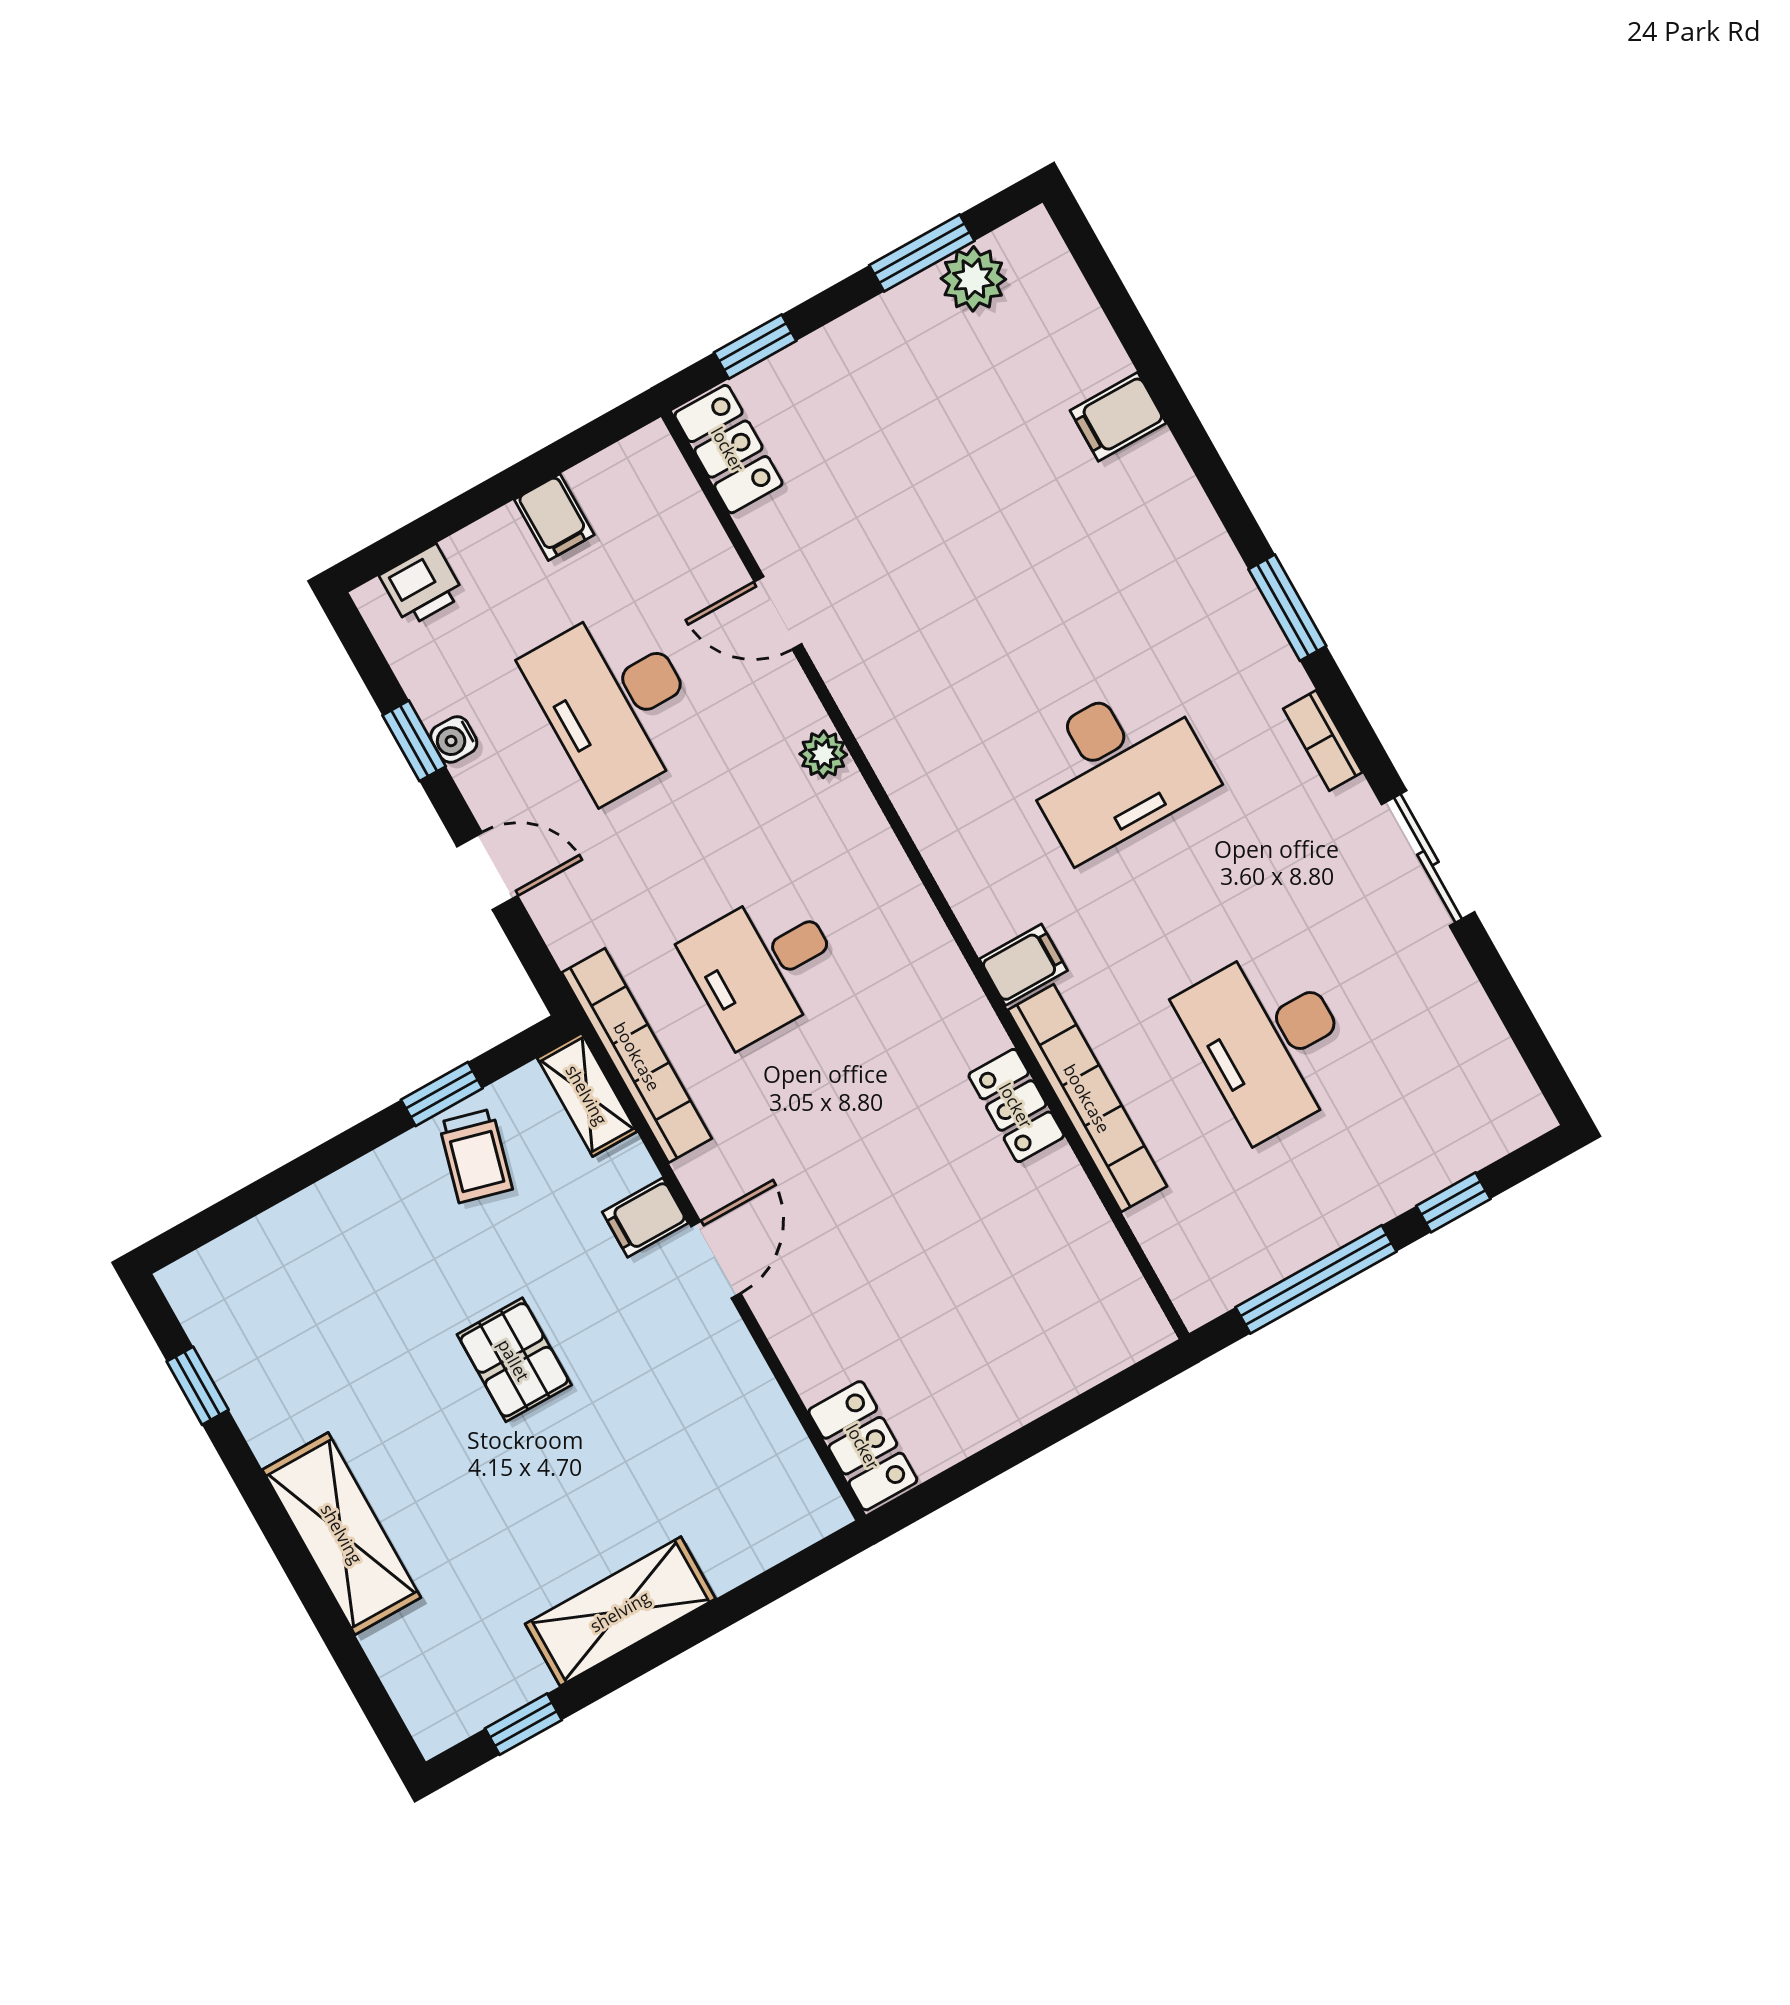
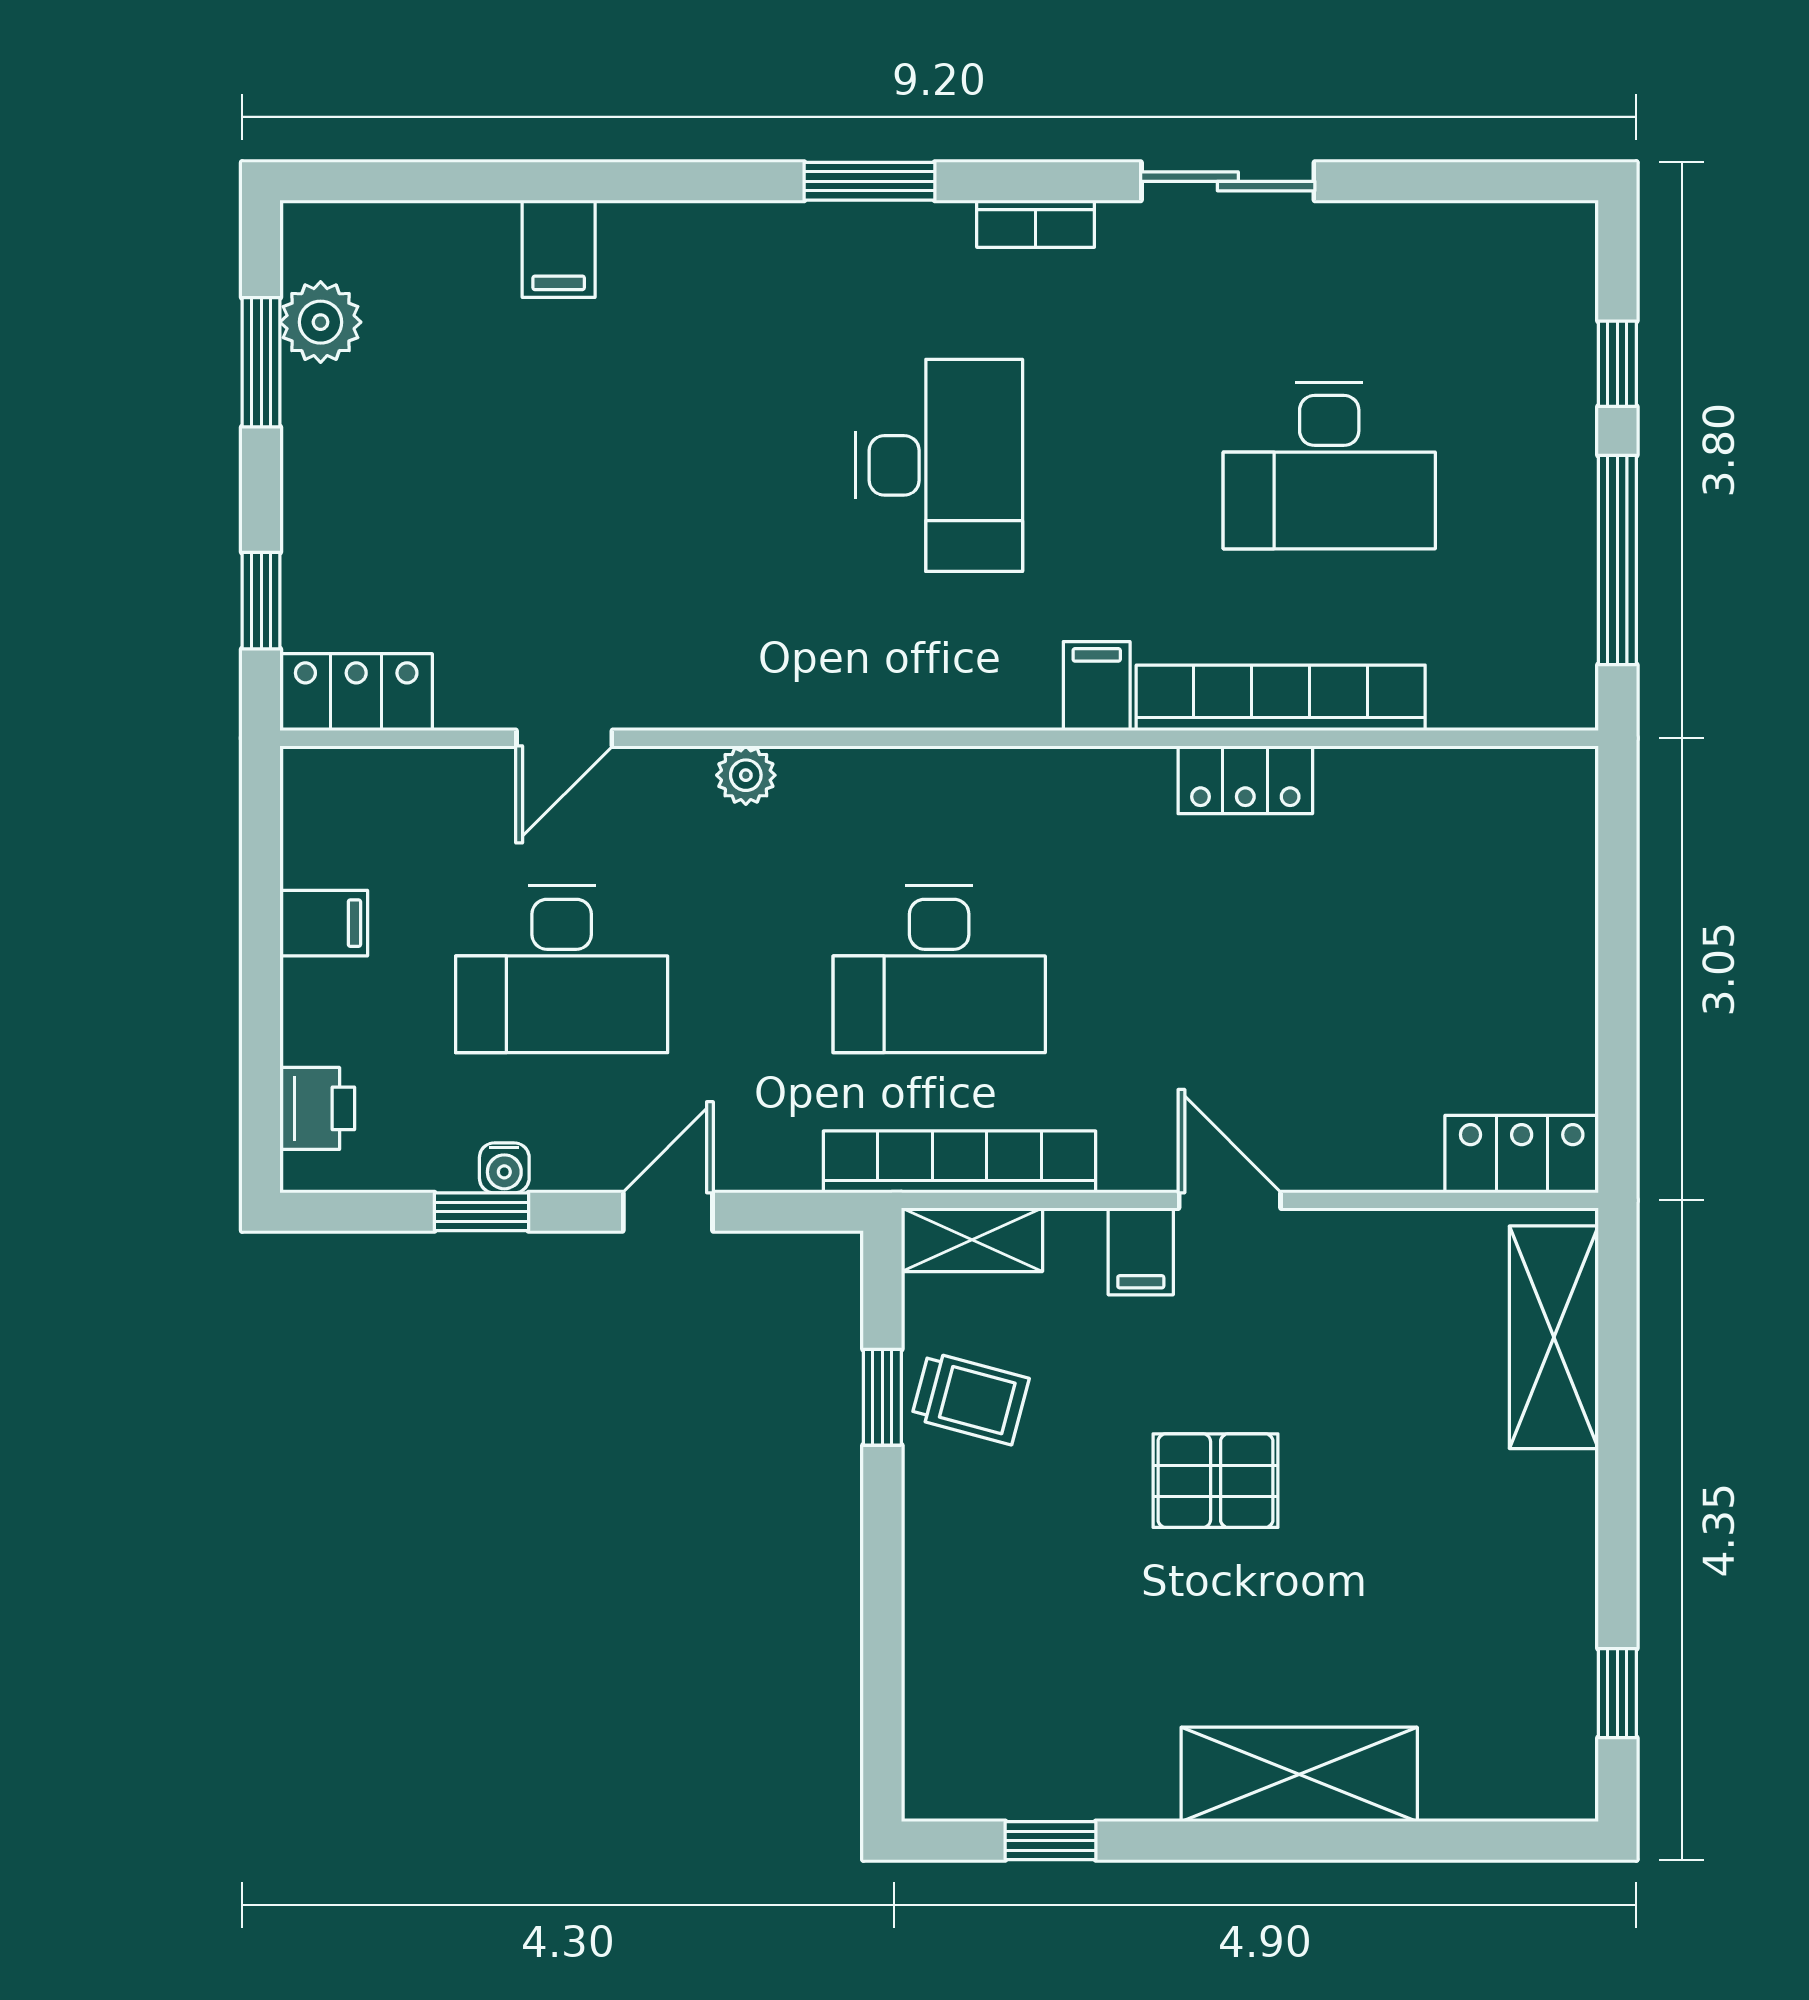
desk: (763, 966) -> (939, 969), width x1.37
shelving: (620, 1611) -> (1554, 1337), moved

